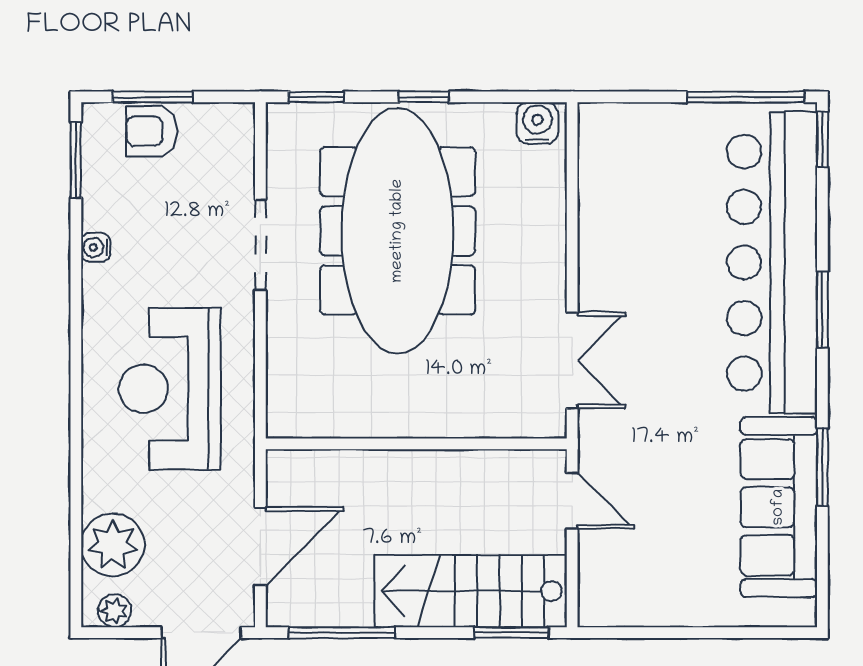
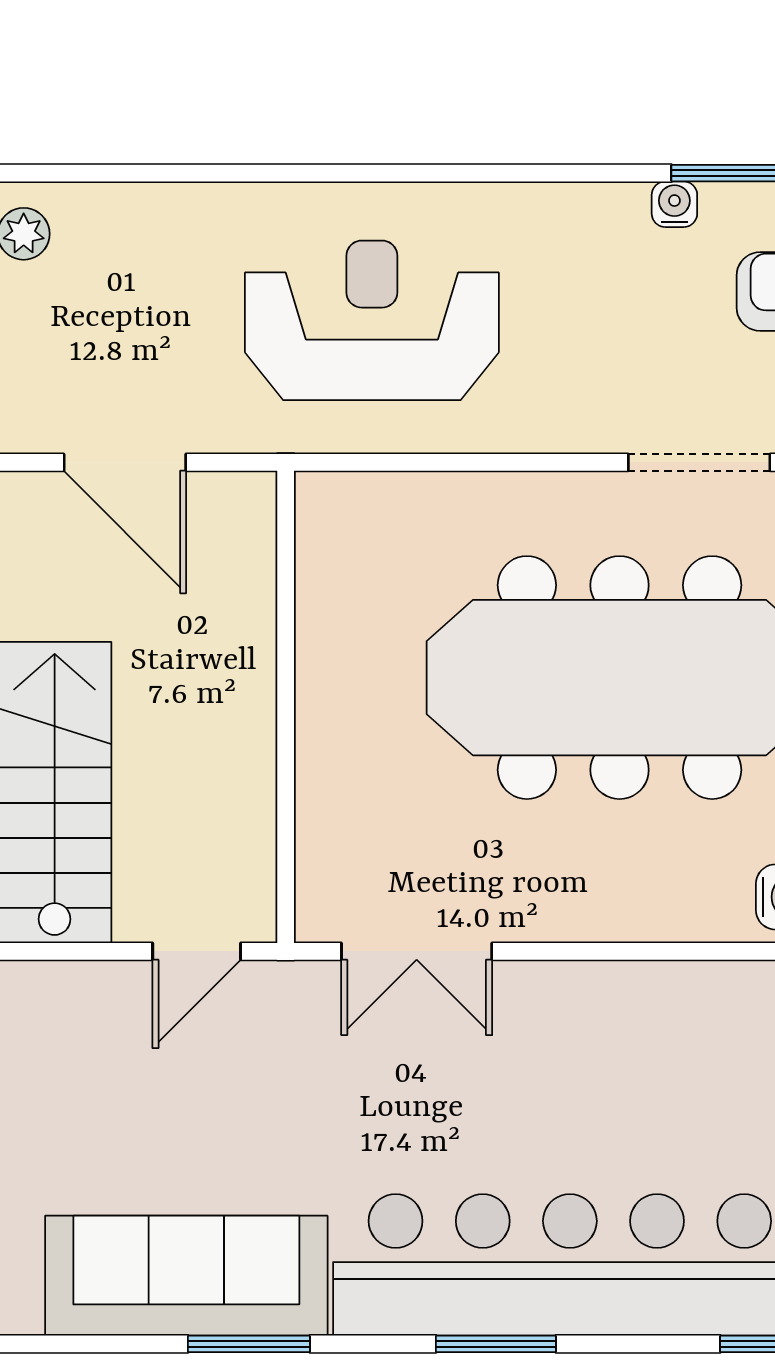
doorway: (260, 245) -> (699, 462), moved
water cooler: (96, 247) -> (674, 204), moved
plant: (113, 545) -> (127, 231), removed

